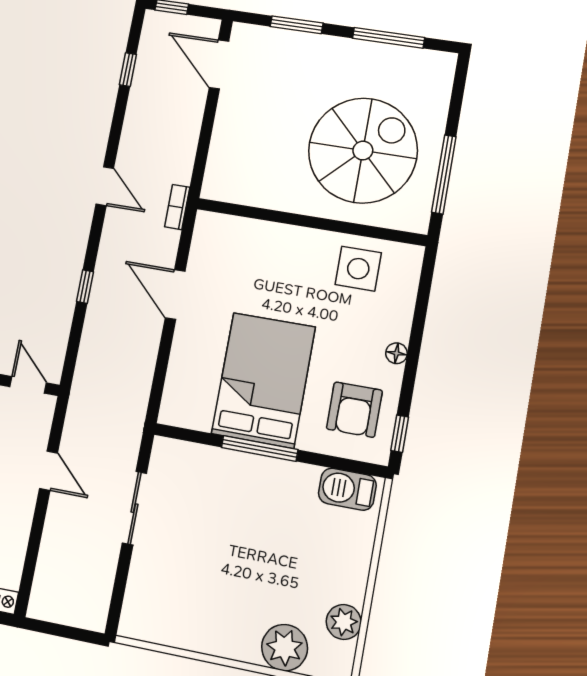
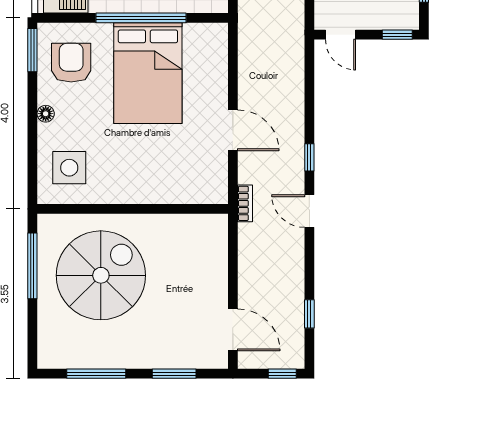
spiral stairs: (363, 151) -> (101, 275), turned 180
side table: (358, 269) -> (69, 168), moved
window: (85, 287) -> (309, 157), moved
window: (400, 434) -> (32, 50), width x1.50
window: (260, 448) -> (141, 18), width x1.46

